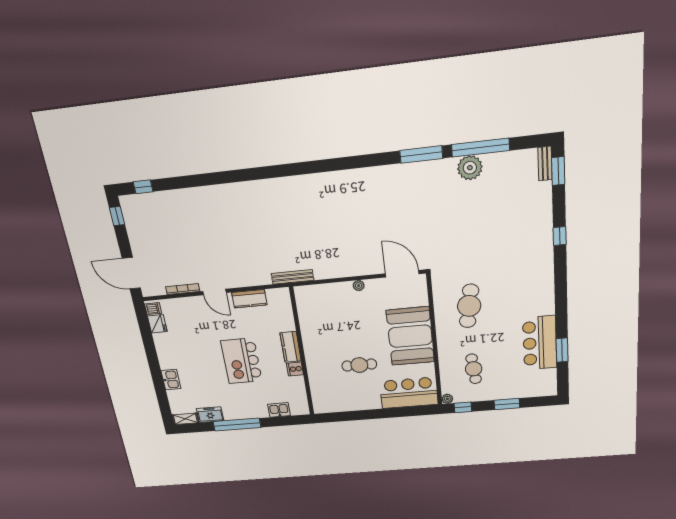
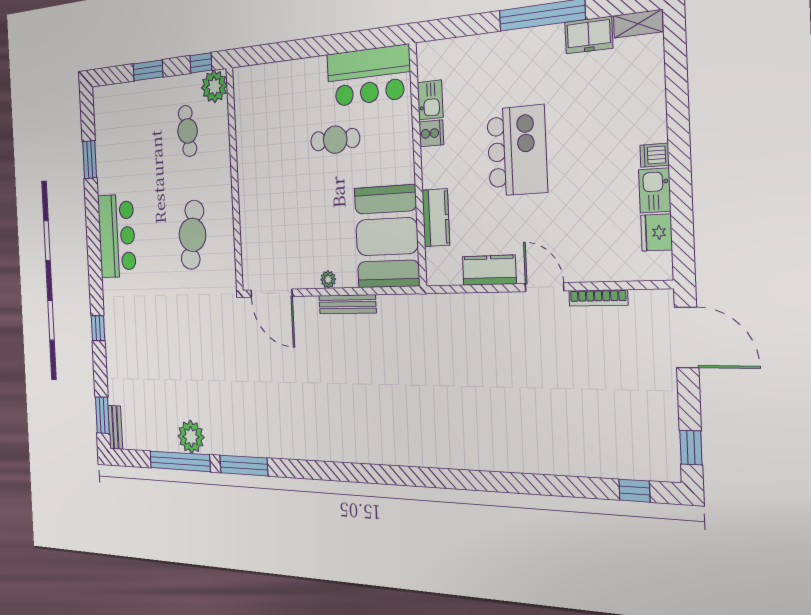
bench: (292, 277) -> (347, 304), moved
dishwasher: (153, 309) -> (655, 155), moved
booth: (410, 336) -> (387, 237), moved
bar counter: (540, 343) -> (117, 236), moved
kitchen counter: (291, 347) -> (436, 218), moved
kitchen sink: (171, 380) -> (655, 190), moved
bar counter: (409, 393) -> (369, 76), moved
plant: (447, 399) -> (214, 86), width x1.87, depth x1.87
kitchen sink: (279, 410) -> (430, 100), moved, turned -90

